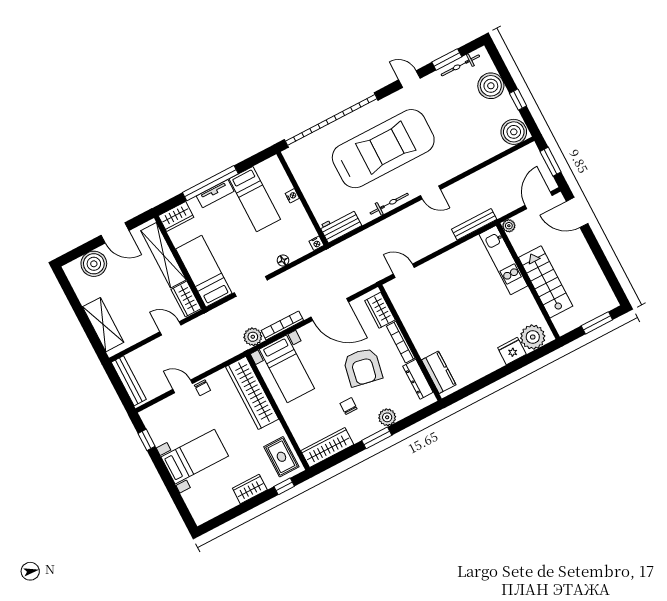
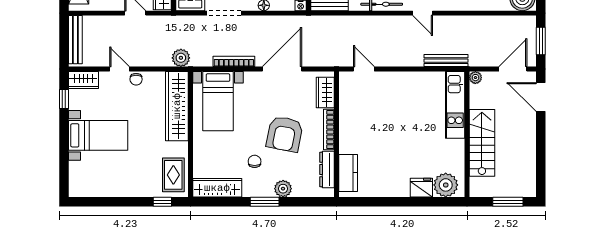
door: (330, 310) -> (282, 69), swing flipped
plant: (253, 337) -> (181, 58), moved
wardrobe: (250, 489) -> (83, 80), moved, turned 180

